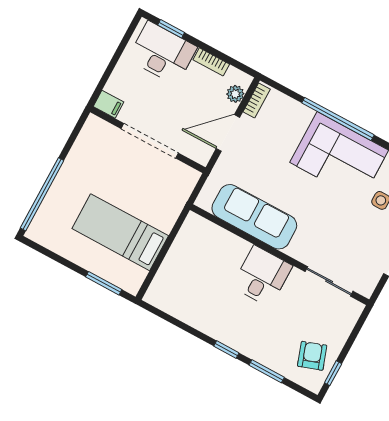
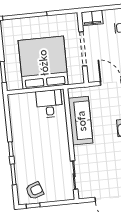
filing cabinet: (109, 104) -> (92, 18), width x2.00
bed: (120, 232) -> (43, 63), width x2.04
desk: (262, 276) -> (49, 104), moved, turned -90

